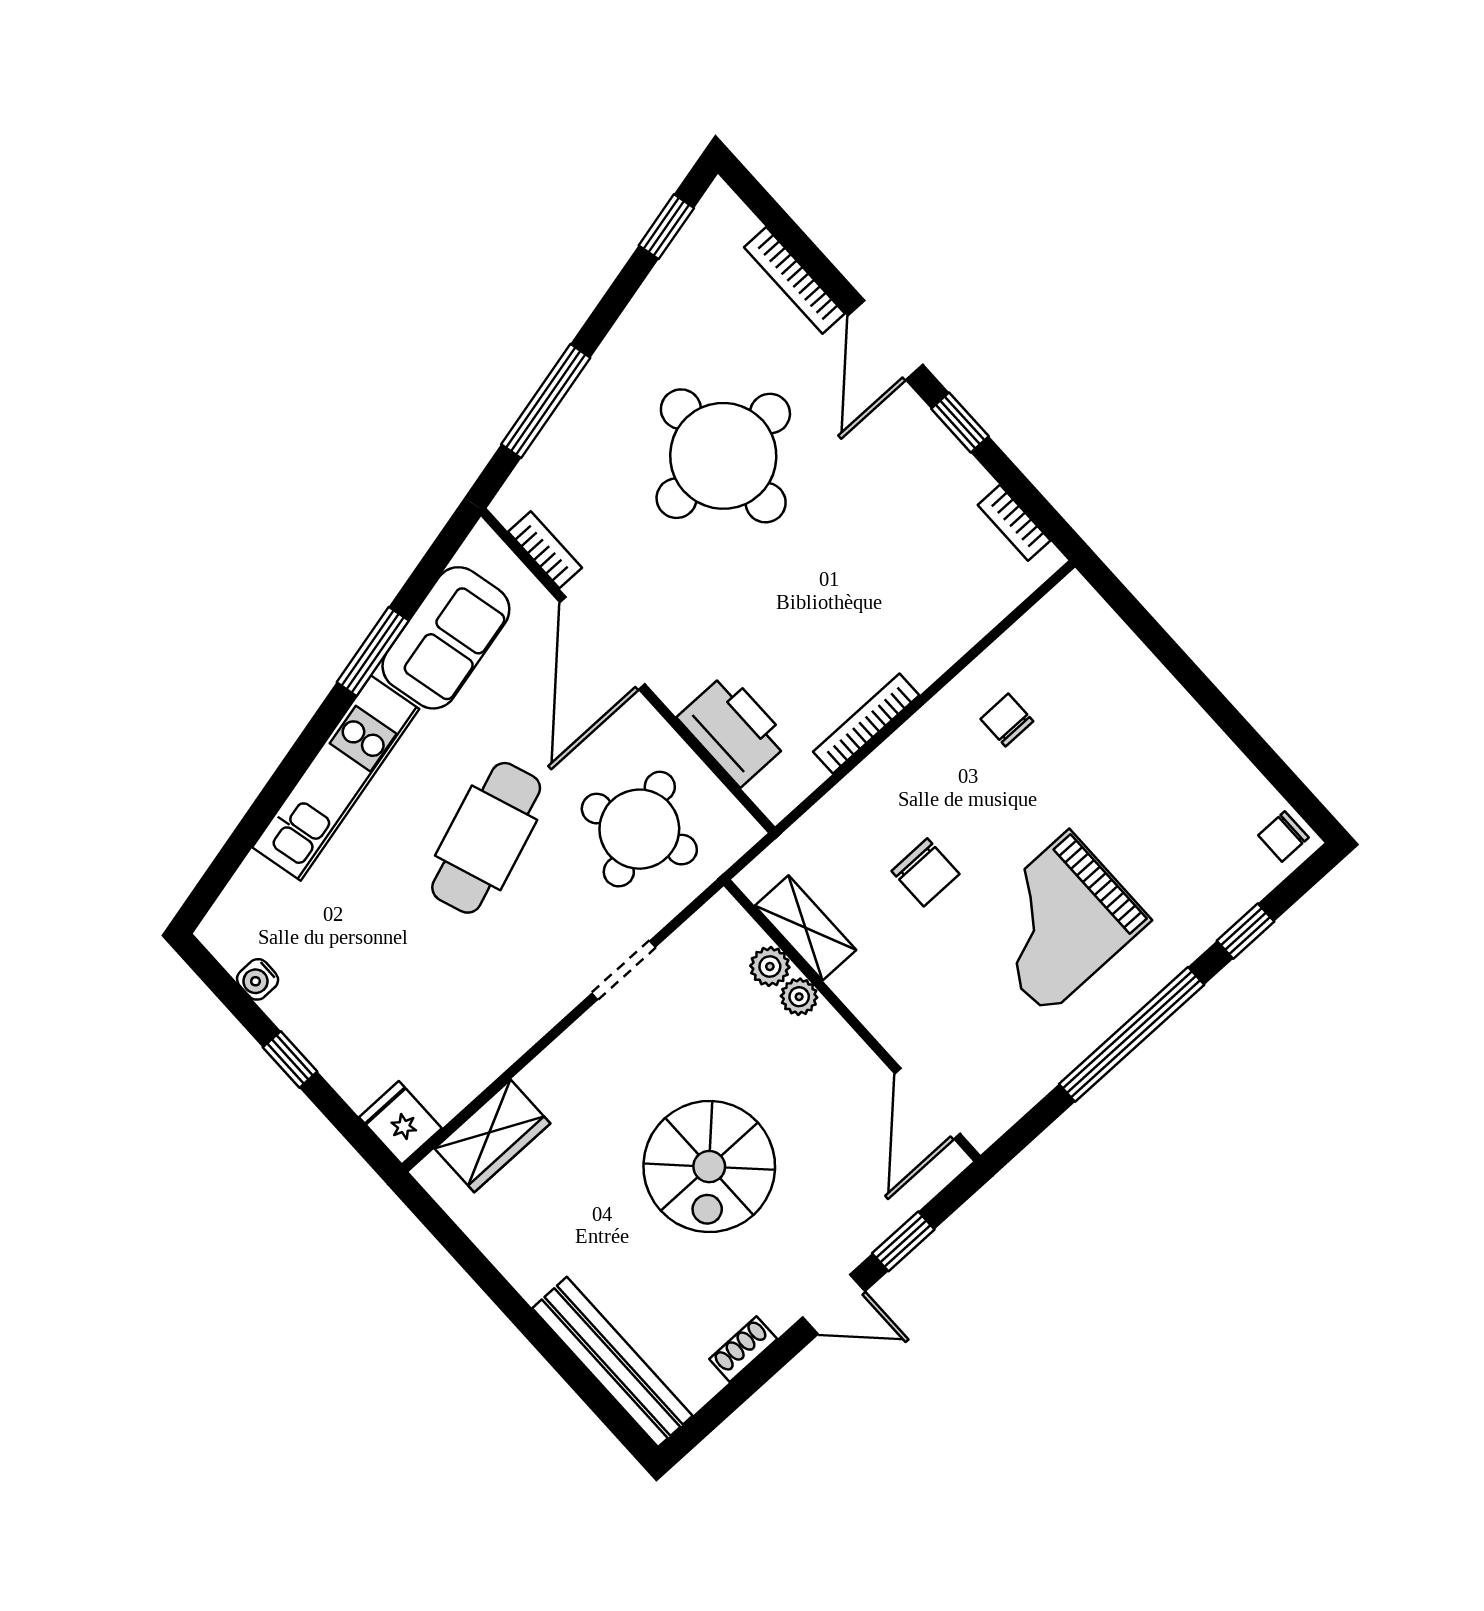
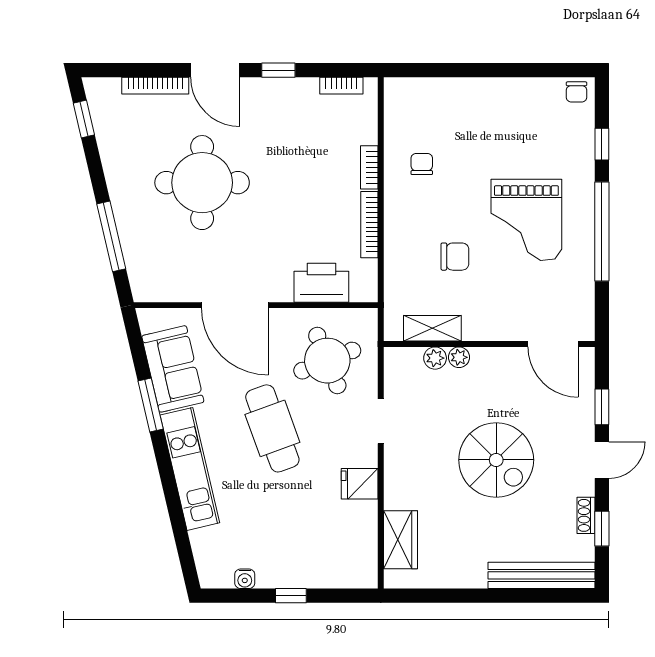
bookcase: (545, 550) -> (369, 167), moved, turned -90
chair: (1007, 720) -> (422, 164), turned 90
fridge: (400, 1123) -> (360, 484), moved
window: (745, 1385) -> (602, 529), added

